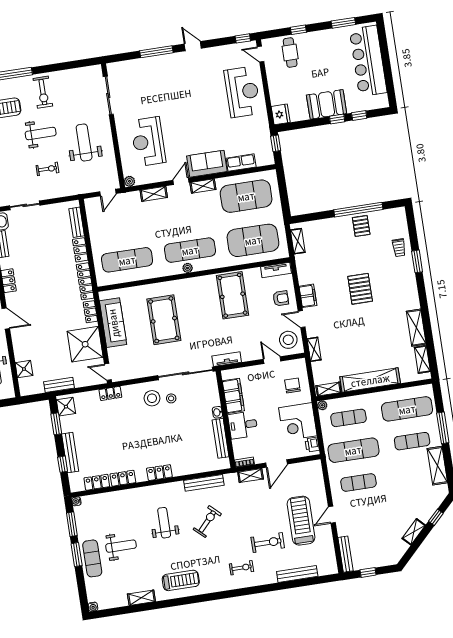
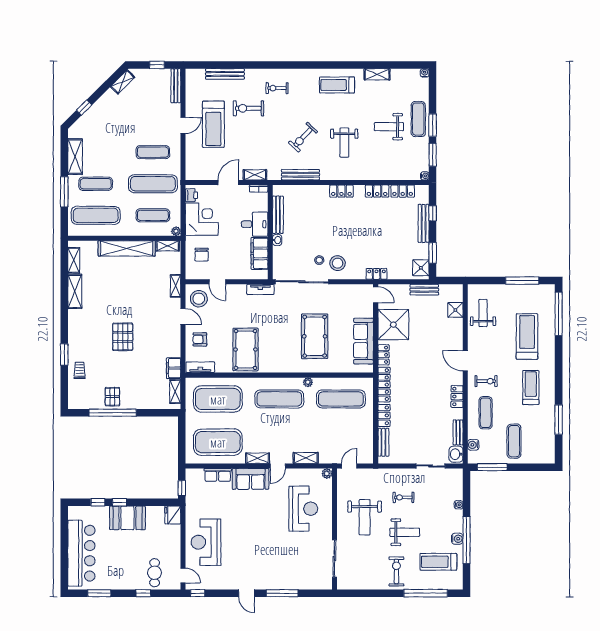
weight bench: (41, 133) -> (405, 532), turned 180
plant: (188, 268) -> (308, 382), moved
filing cabinet: (308, 296) -> (174, 368), moved
shelving: (414, 532) -> (123, 82), moved

